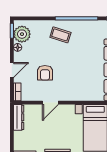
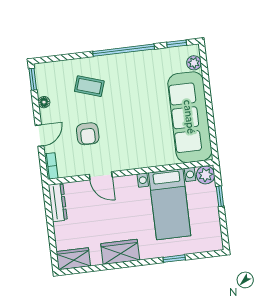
plant: (22, 34) -> (48, 82), removed
coffee table: (60, 35) -> (89, 86), moved
door: (50, 103) -> (101, 176), hinge flipped

